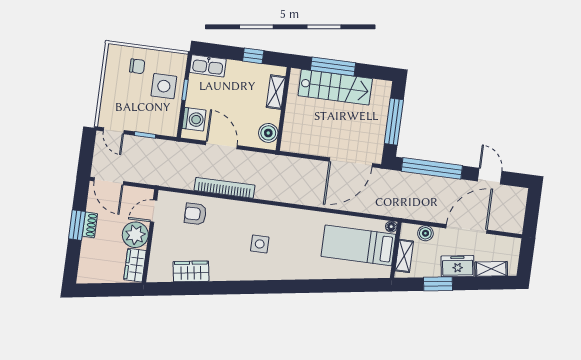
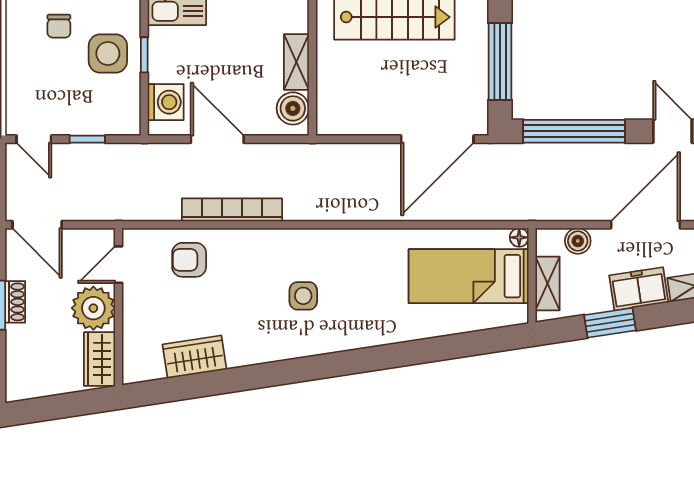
chair: (137, 66) -> (59, 26), turned 90
shelving: (276, 92) -> (296, 62), moved

